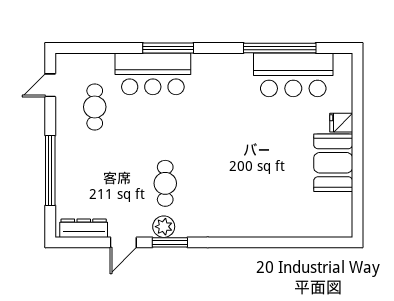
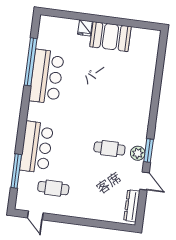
window: (168, 48) -> (16, 171), moved
bar counter: (293, 75) -> (47, 77), moved
window: (50, 171) -> (91, 223), removed

